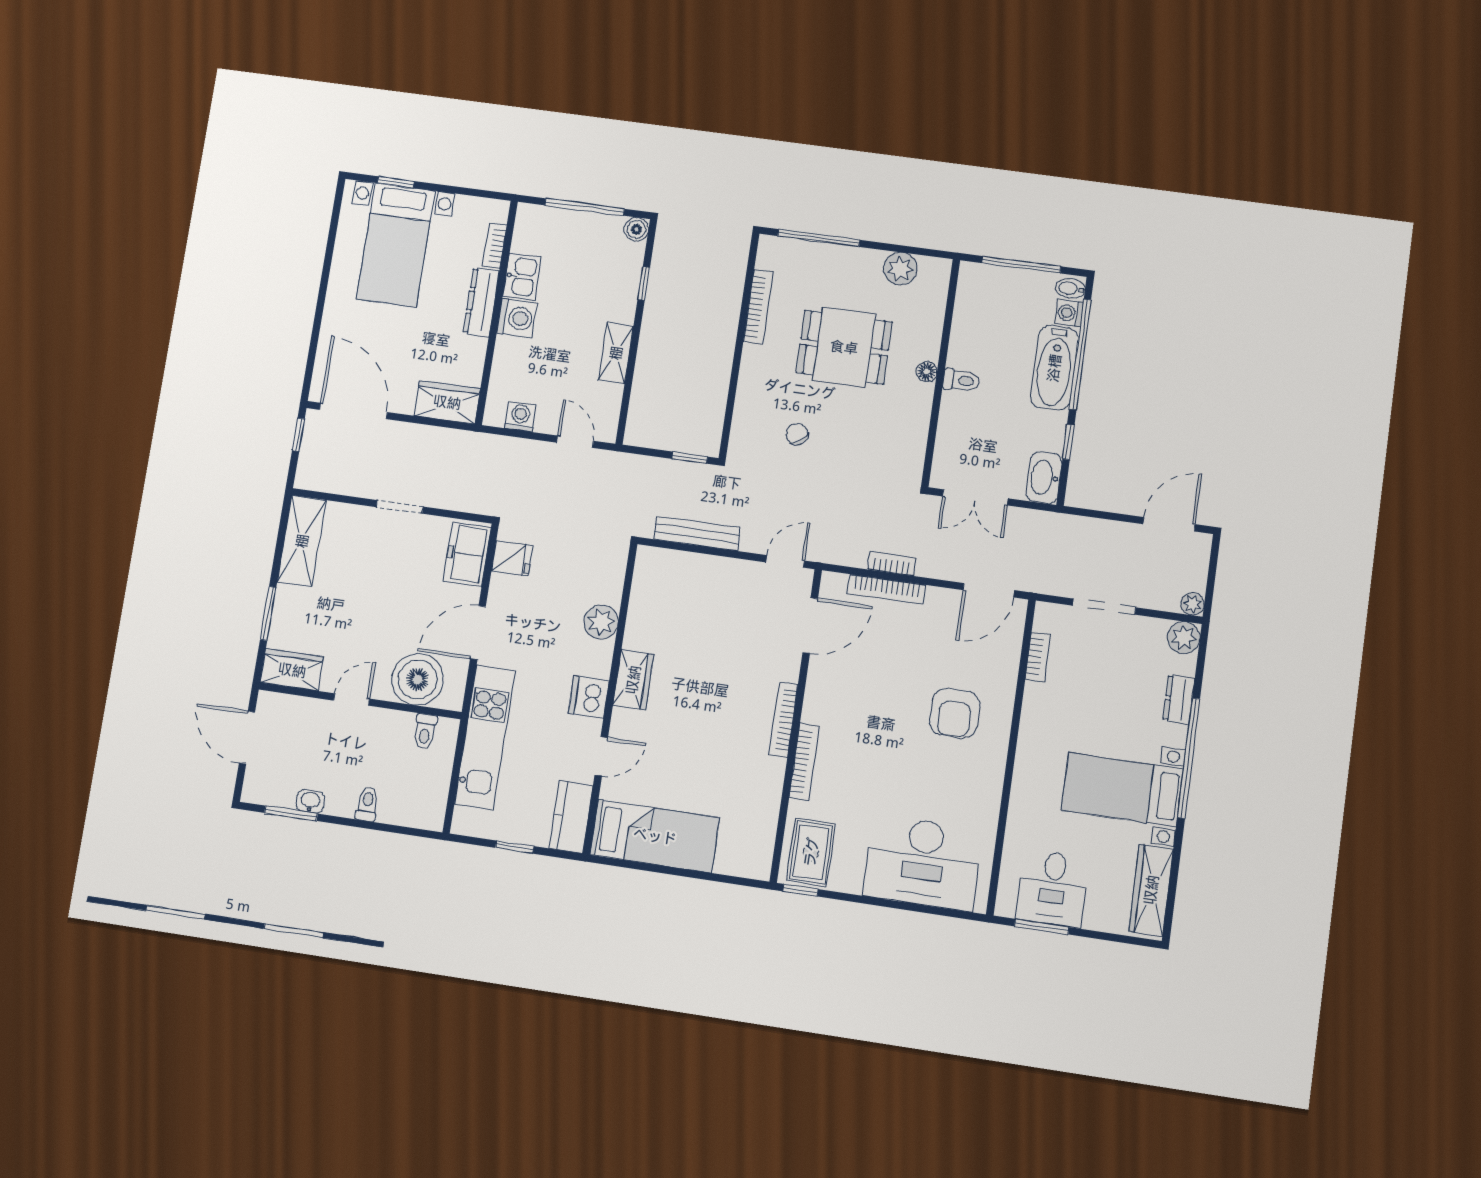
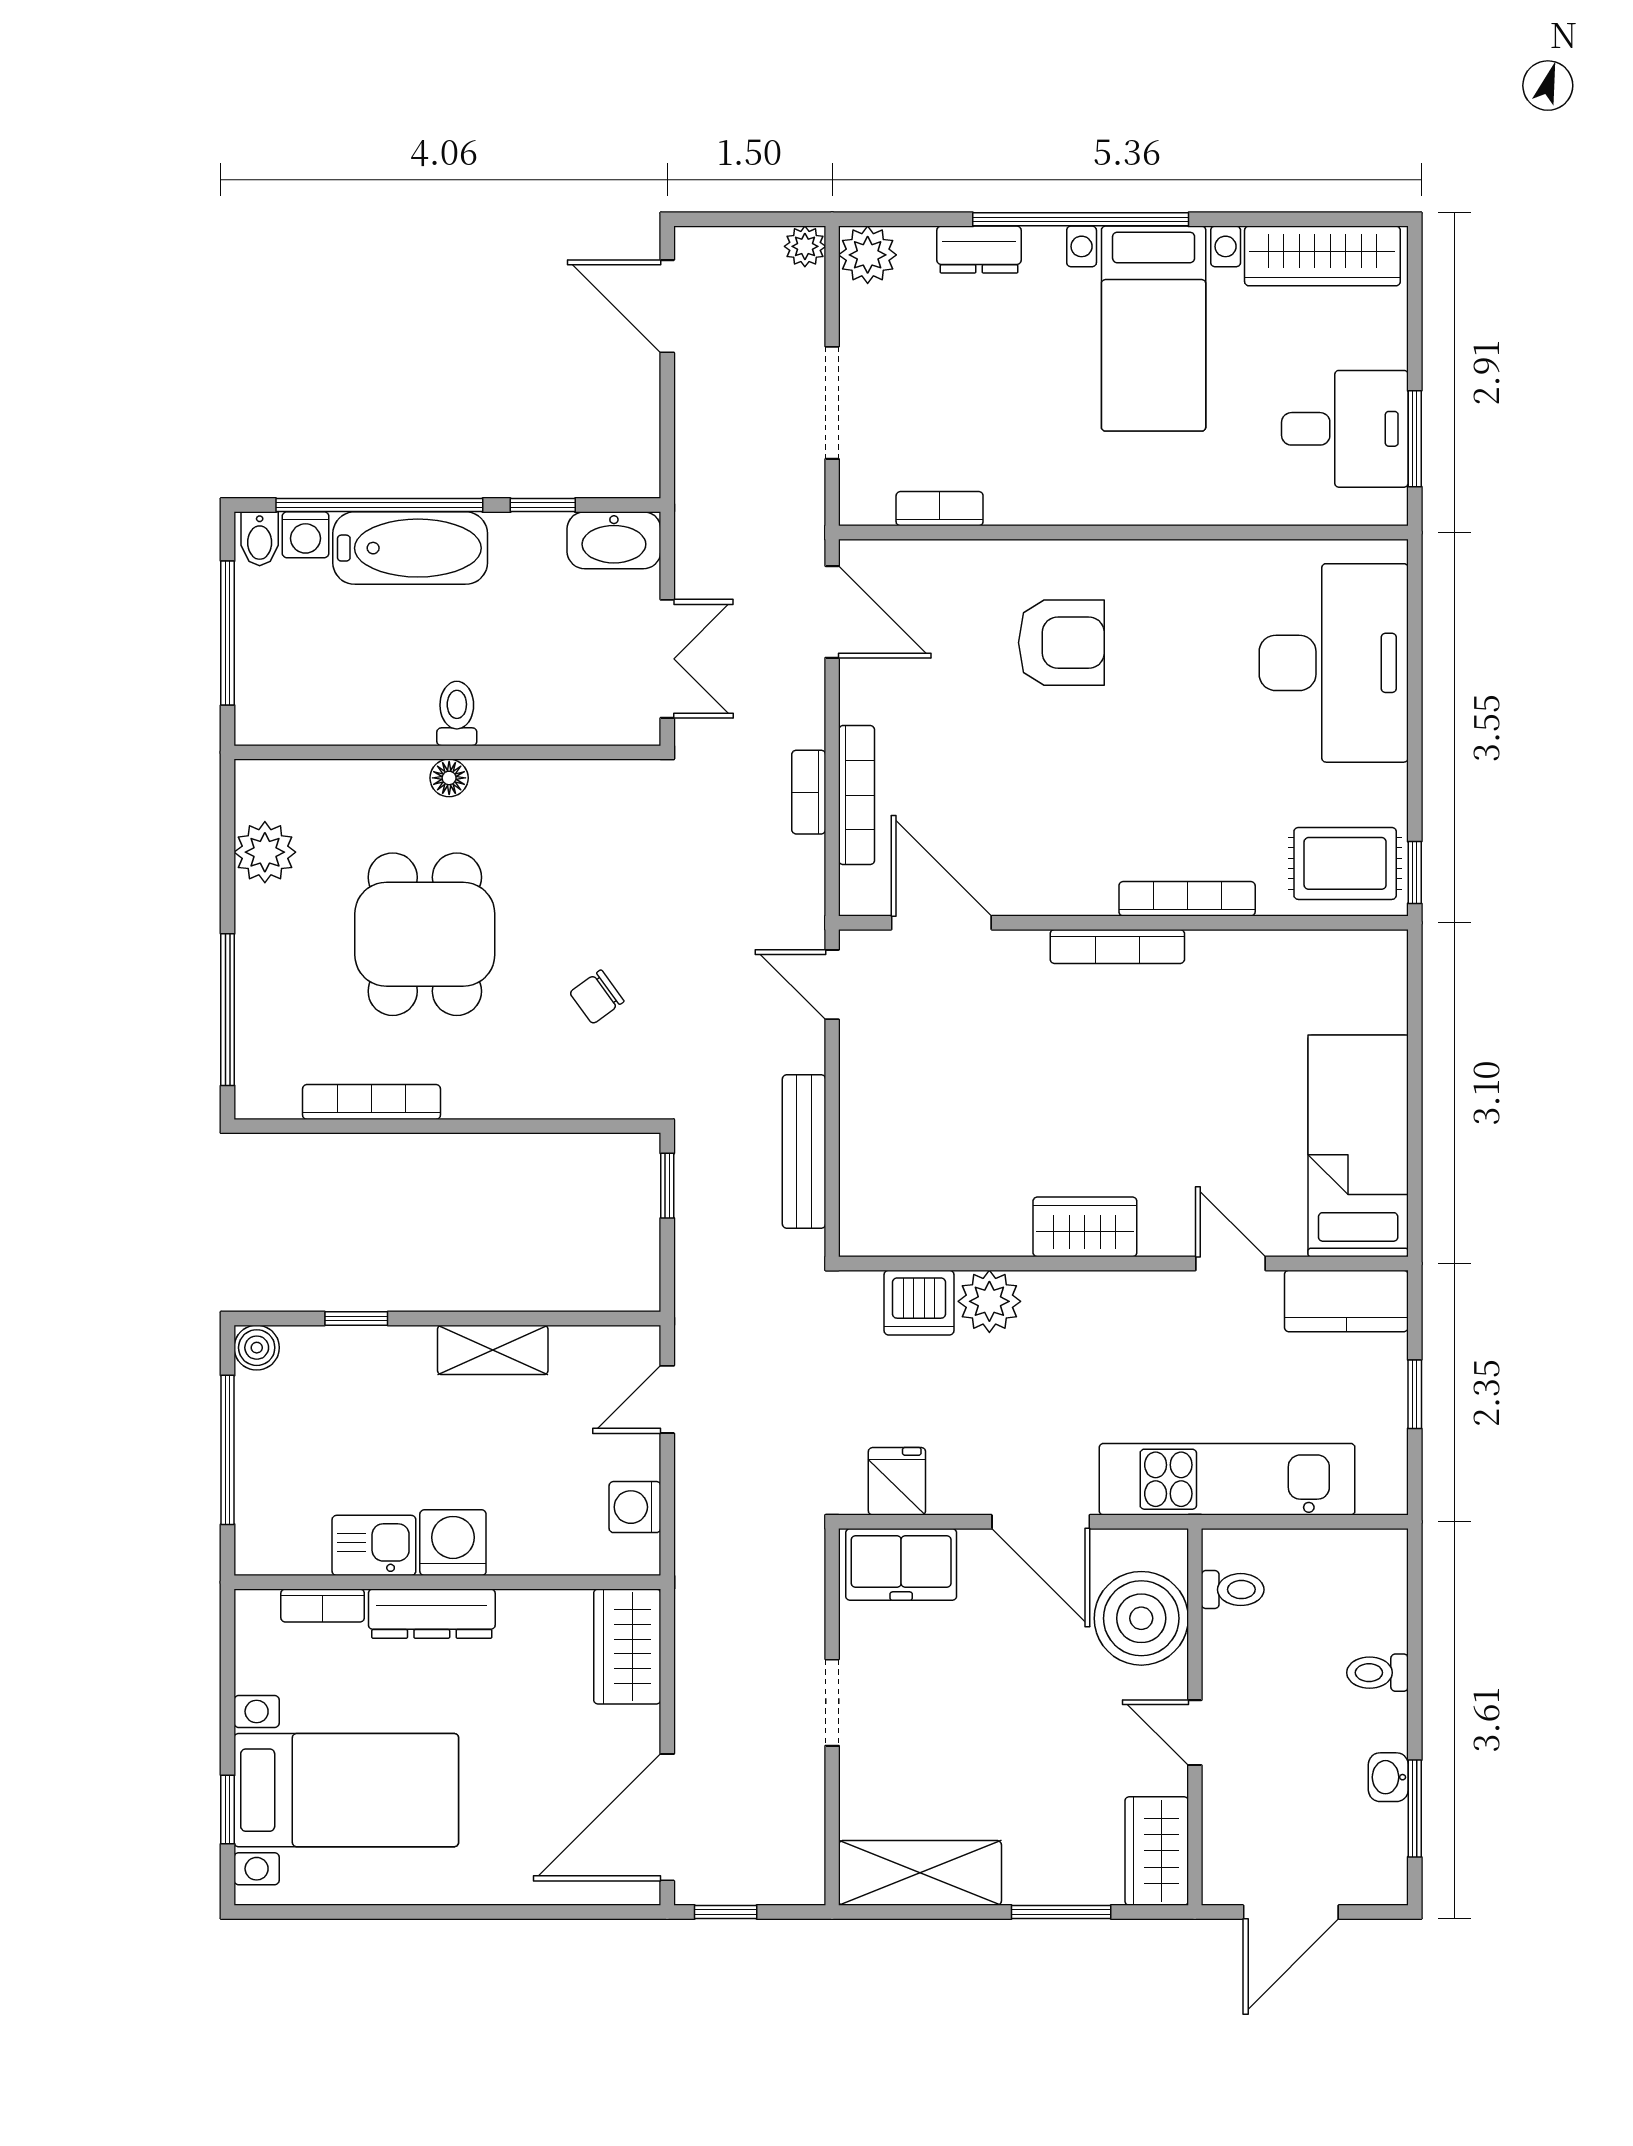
dishwasher: (589, 697) -> (919, 1303), moved

